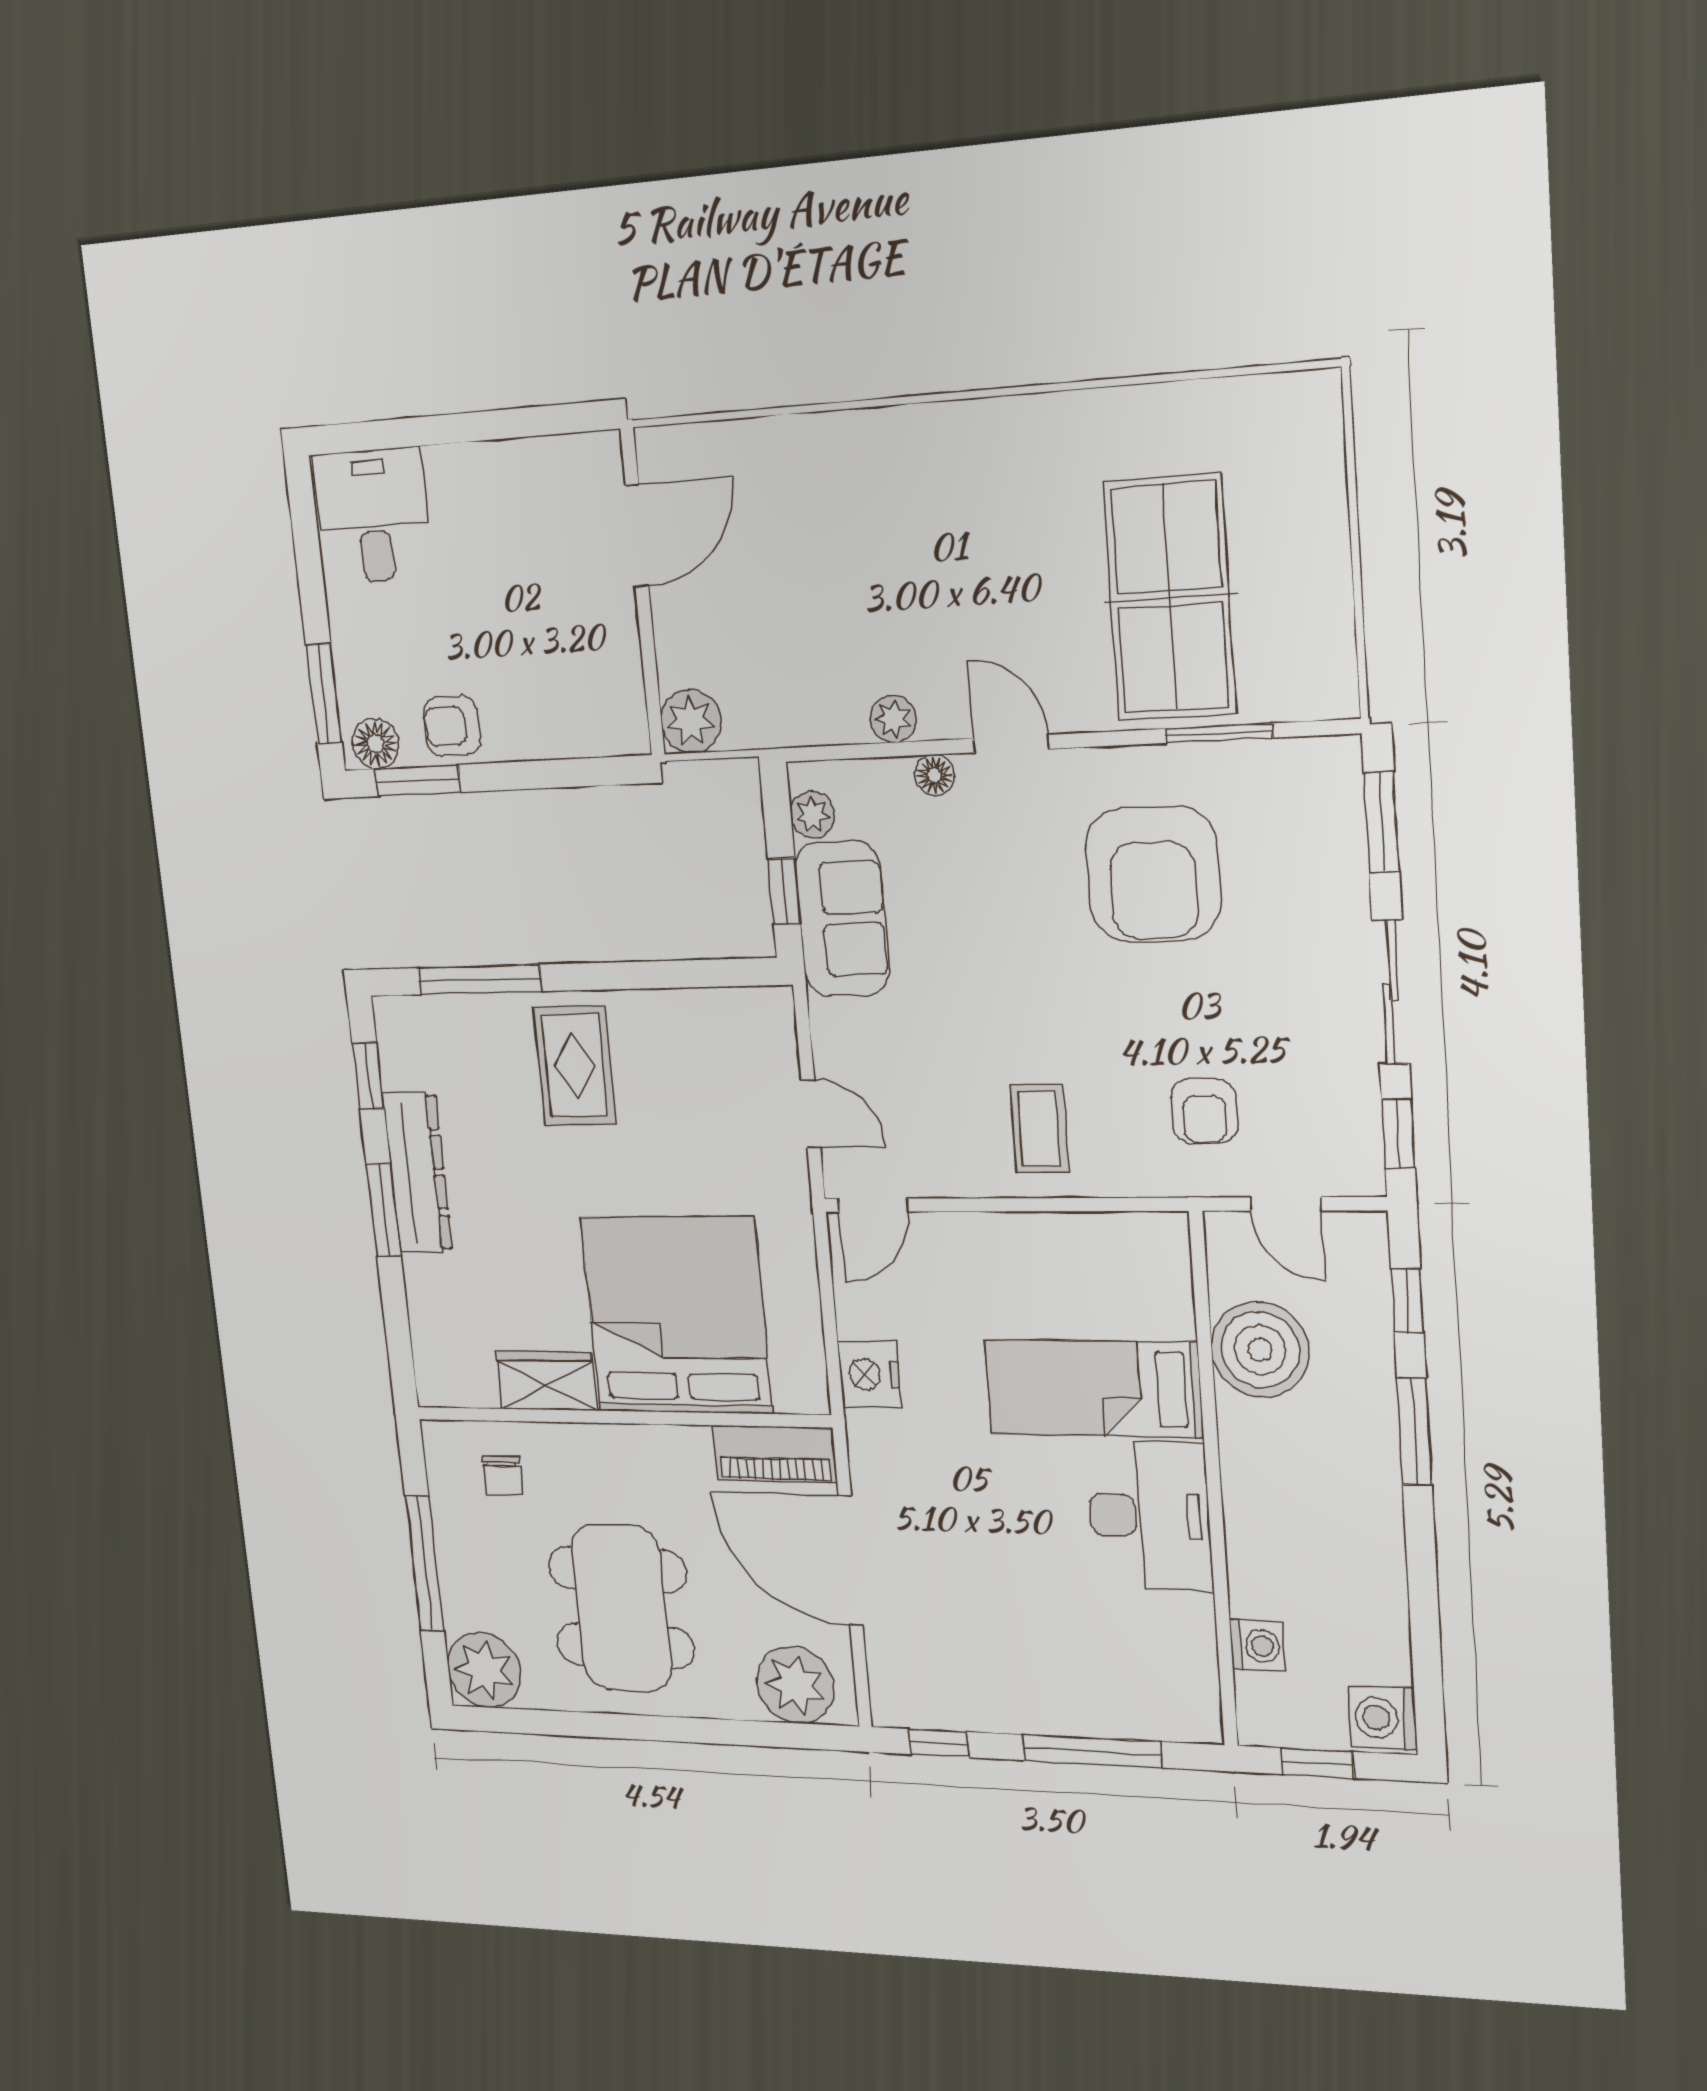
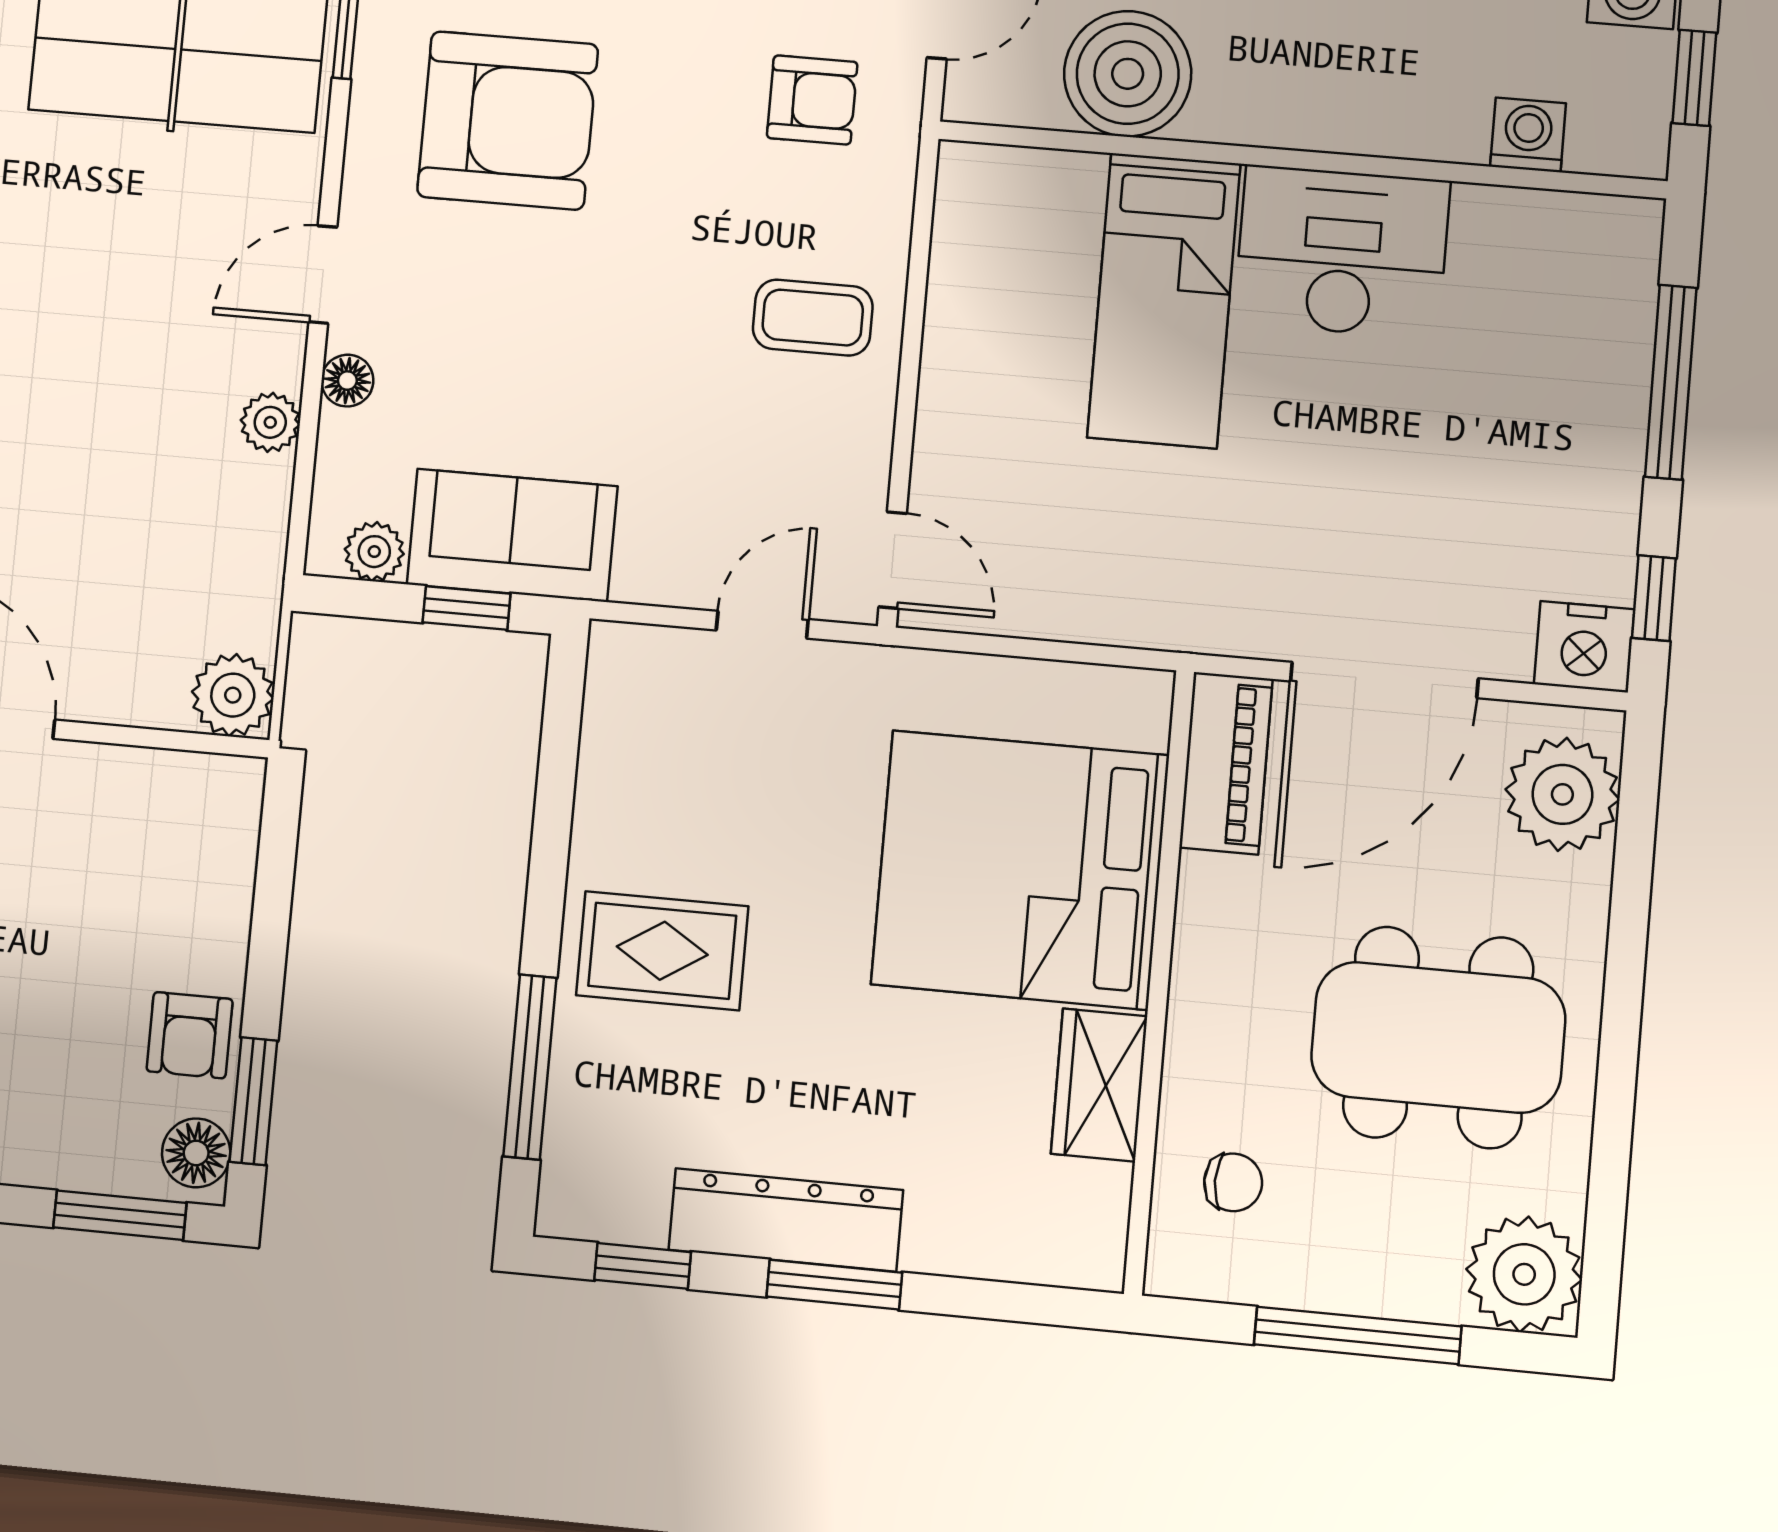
nightstand: (869, 1374) -> (1584, 647), moved

